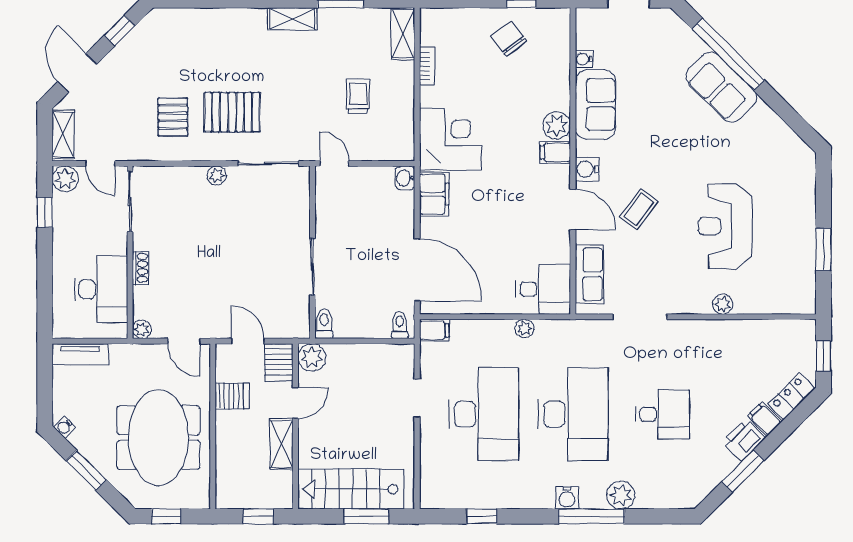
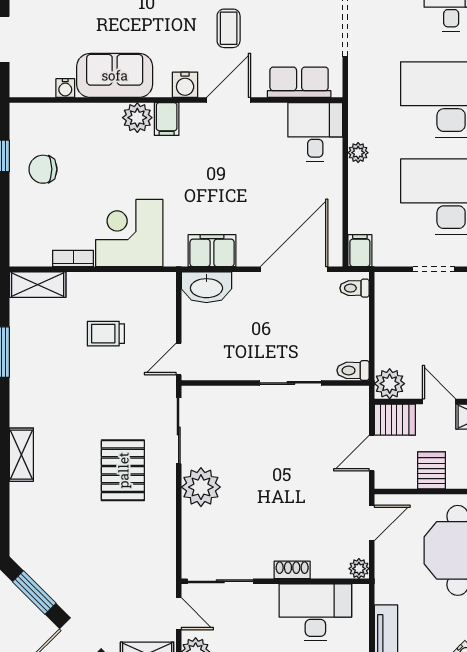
shelving: (292, 19) -> (21, 455), moved
window: (120, 31) -> (34, 593), width x1.50
chair: (509, 39) -> (43, 169), turned 37
pallet: (173, 117) -> (128, 535), removed
corner desk: (450, 139) -> (129, 233), moved
door: (100, 163) -> (179, 614), hinge flipped
plant: (217, 176) -> (201, 487), width x1.88, depth x1.88
washbasin: (405, 178) -> (206, 287), width x1.91, depth x1.45
coffee table: (639, 209) -> (229, 28), turned 53

